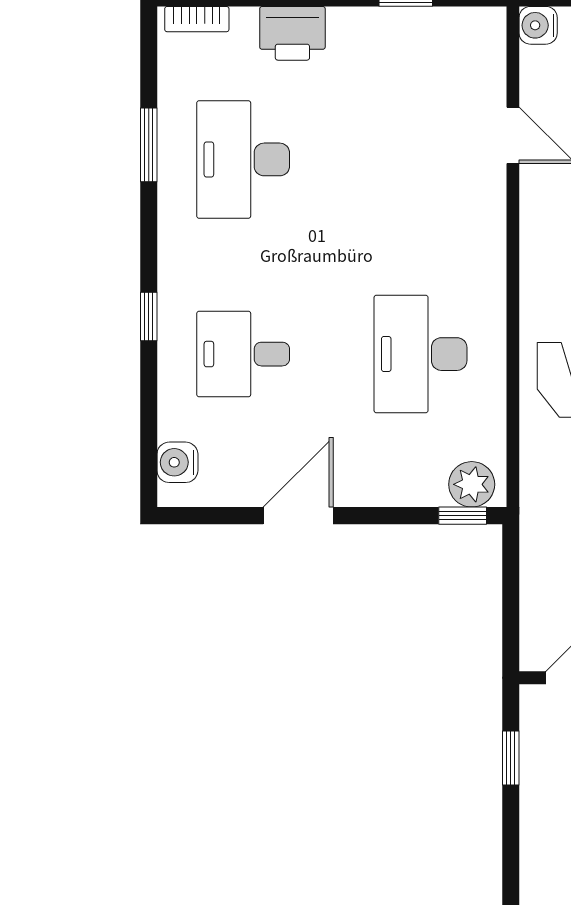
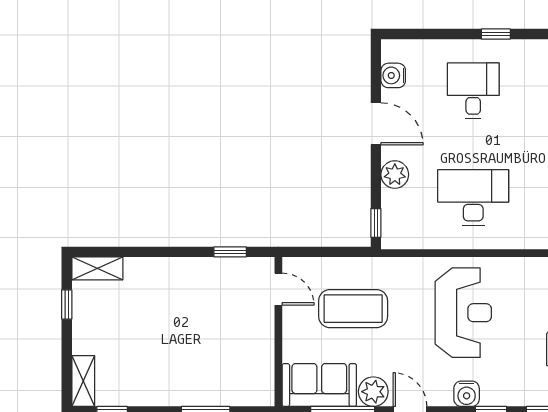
water cooler: (177, 462) -> (393, 75), moved, turned -90
plant: (472, 484) -> (395, 175), moved

